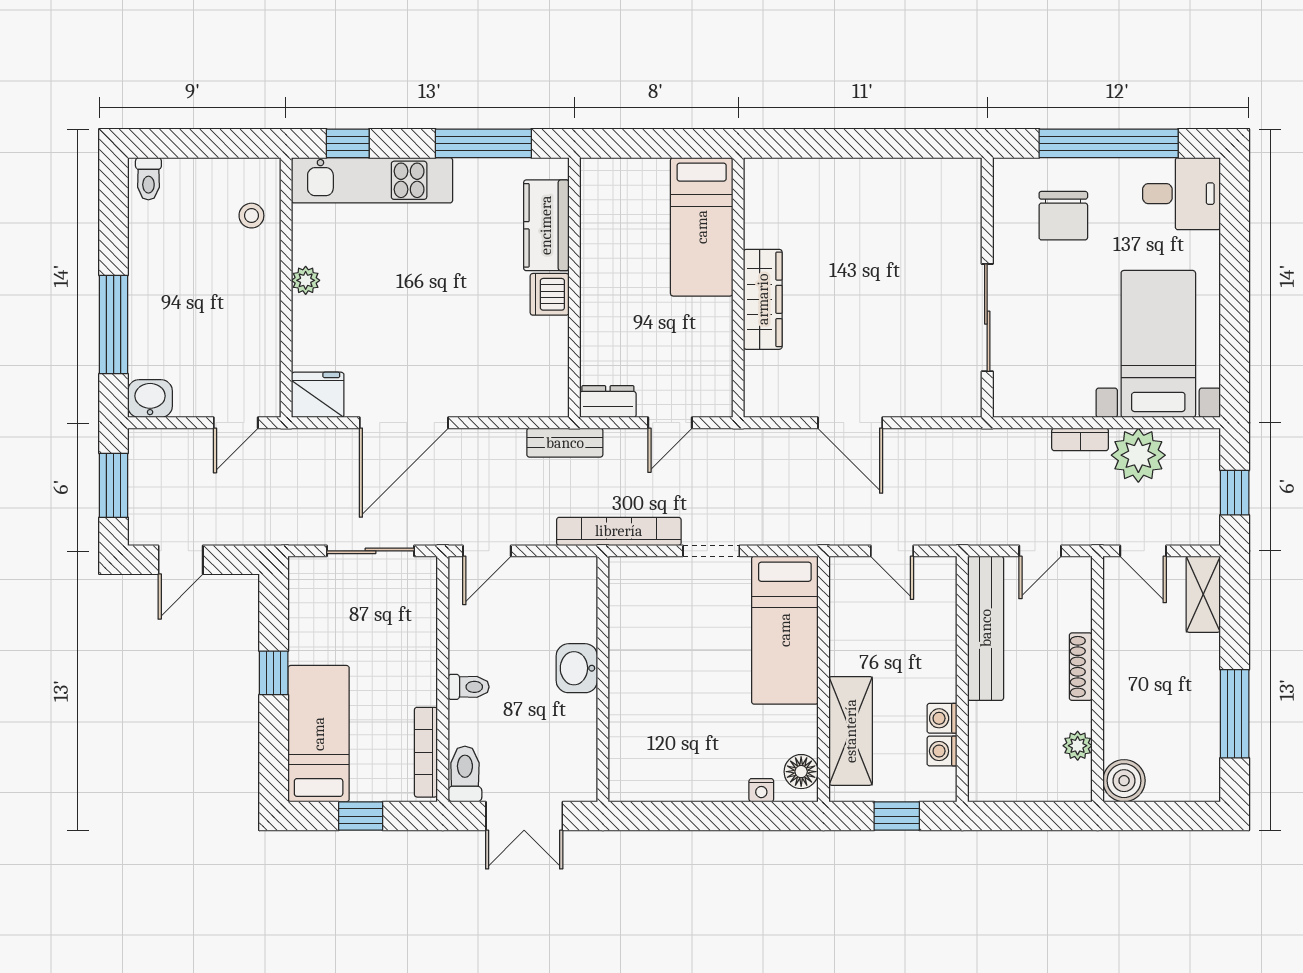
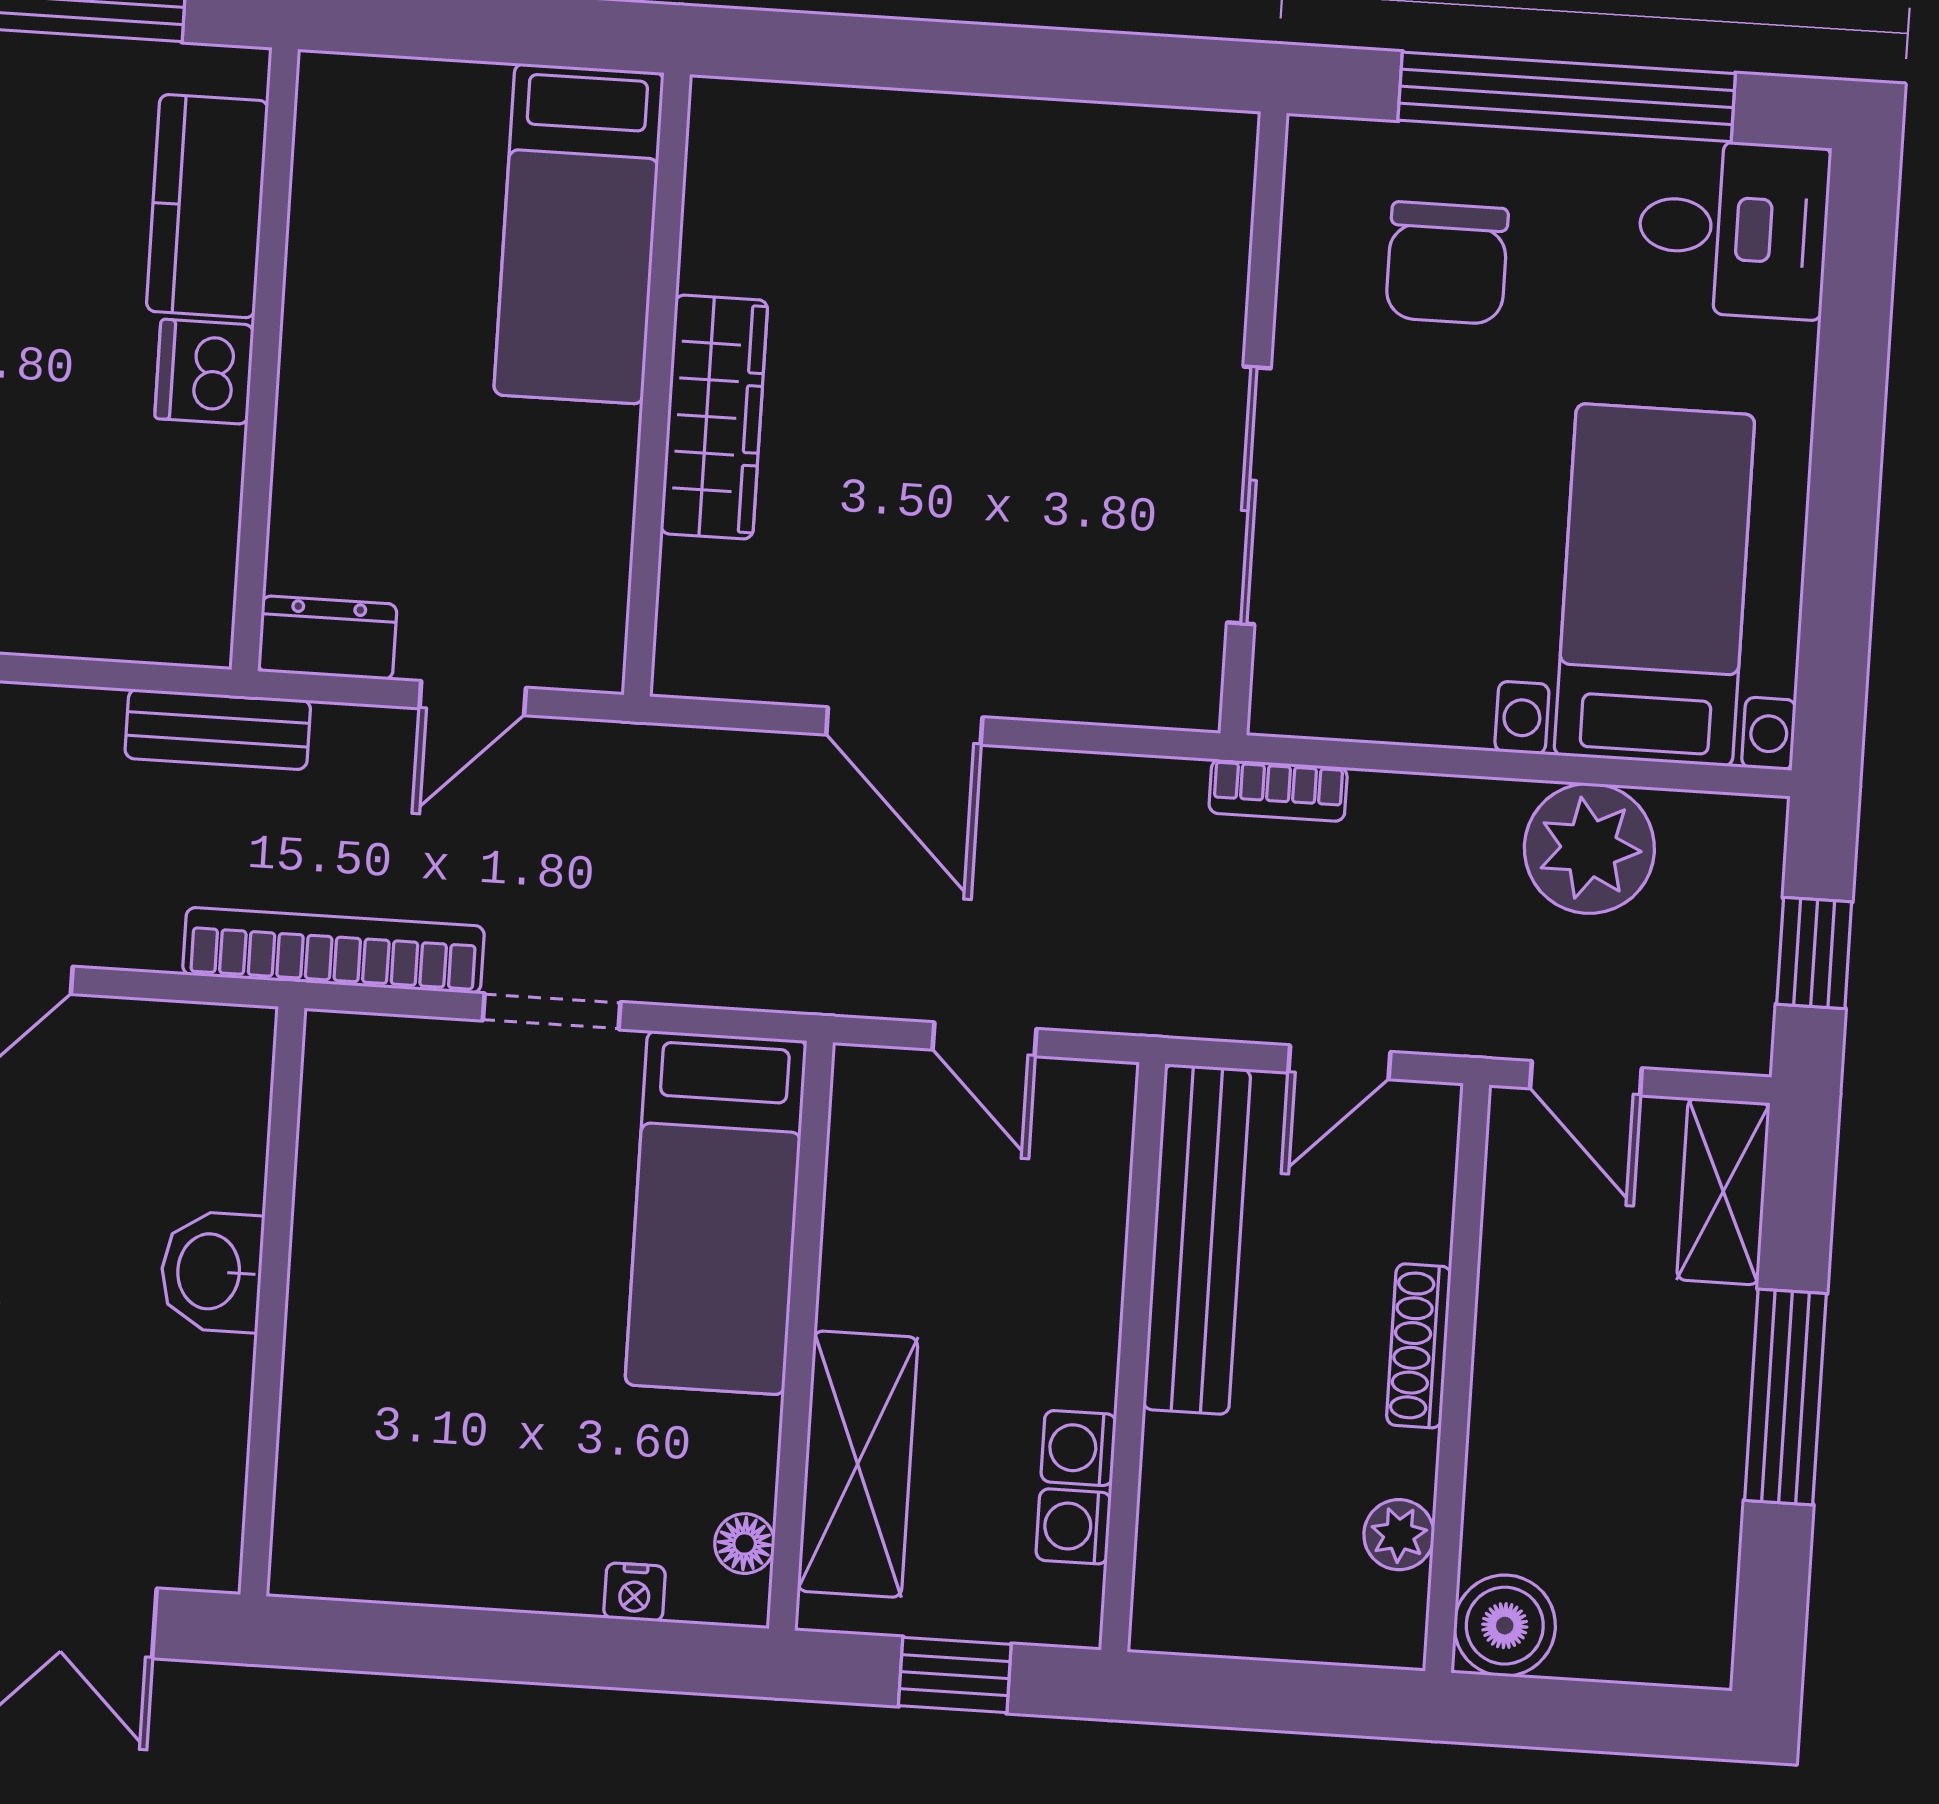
bookcase: (1080, 439) -> (1278, 790), moved
window: (1235, 714) -> (1785, 1397), moved
floor lamp: (801, 772) -> (745, 1544), width x0.73, depth x0.73

